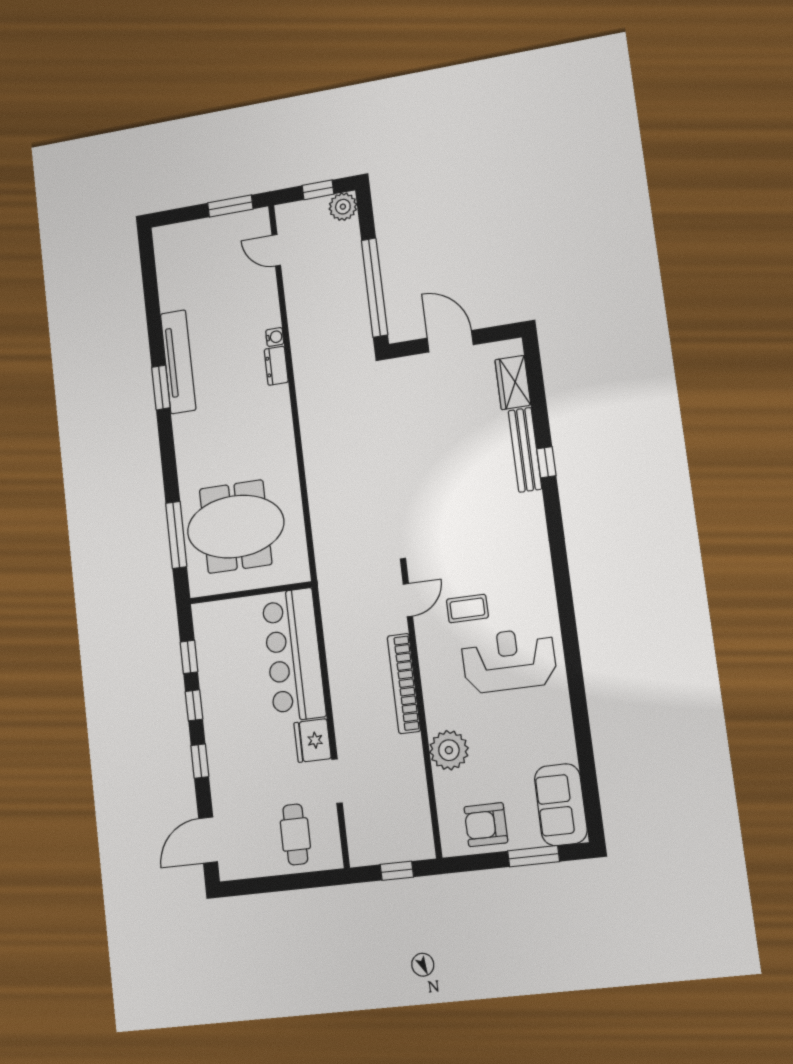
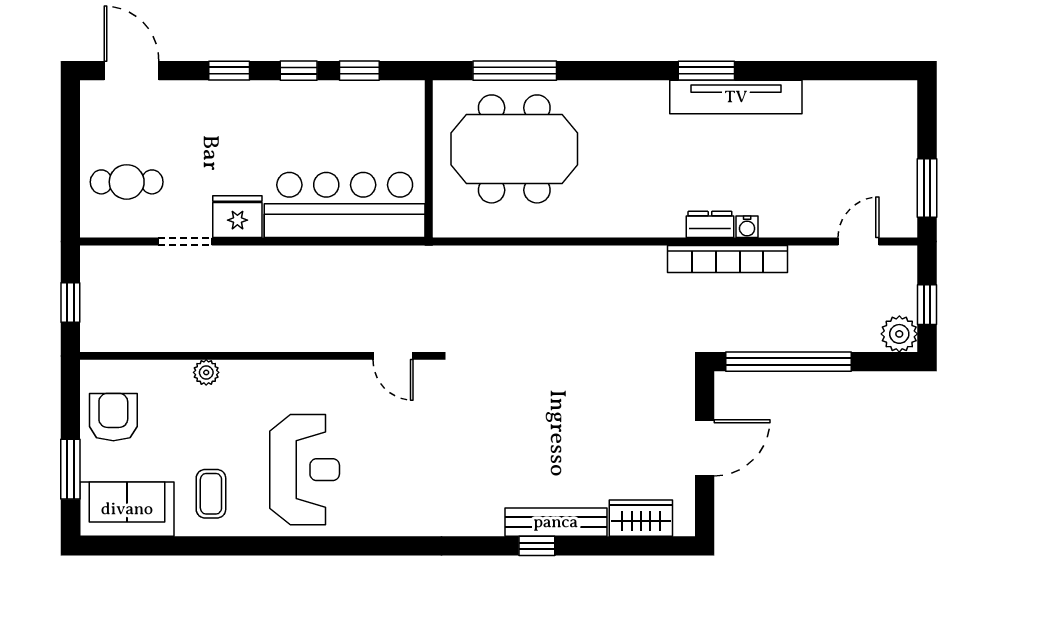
meeting table: (236, 527) -> (514, 149), turned 90
coffee table: (467, 609) -> (211, 494), moved
bookcase: (404, 683) -> (728, 259), moved, turned 180
plant: (449, 750) -> (206, 372), width x0.53, depth x0.53

